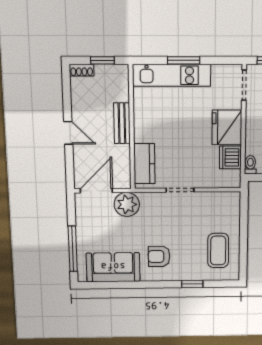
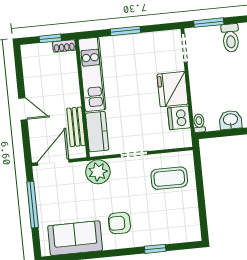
shoe rack: (82, 70) -> (64, 46), moved
kitchen unit: (172, 75) -> (92, 74), moved, turned -90
bench: (122, 123) -> (76, 127), moved
plant: (127, 204) -> (98, 172), moved
window: (73, 249) -> (33, 205), moved
coffee table: (218, 250) -> (169, 178), moved, turned 90

